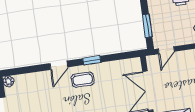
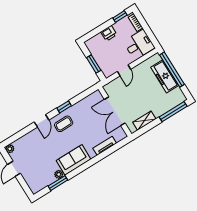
door: (166, 50) -> (124, 70), moved

